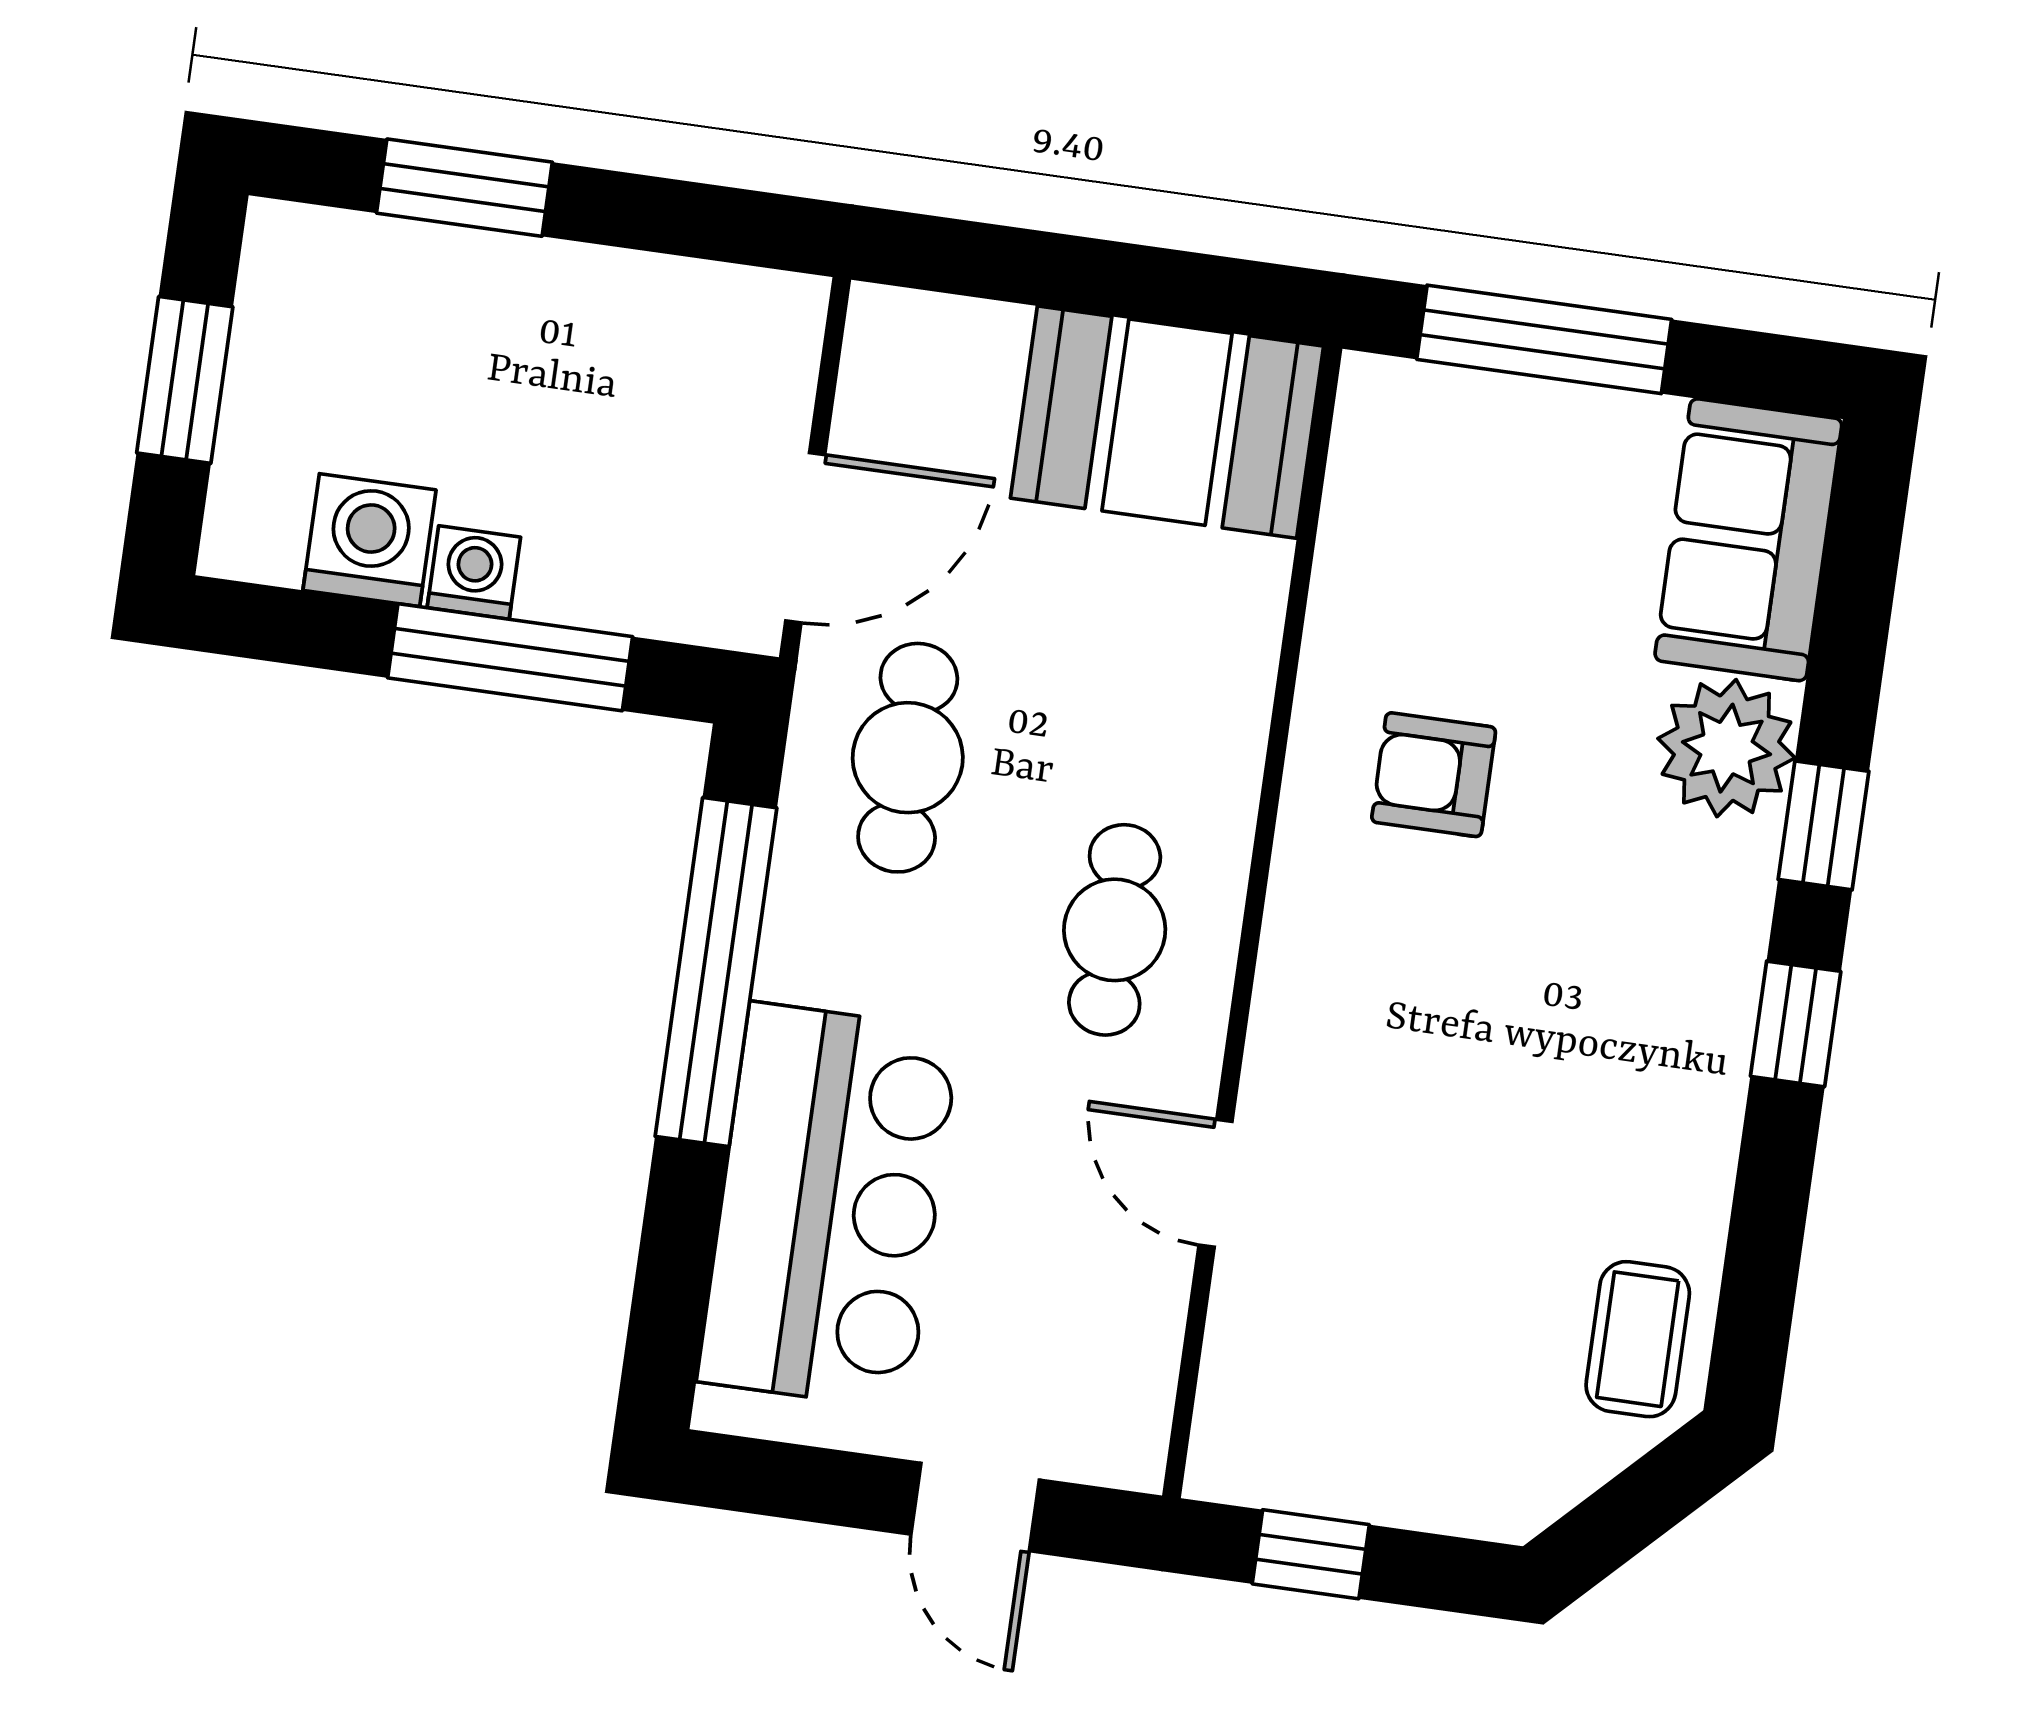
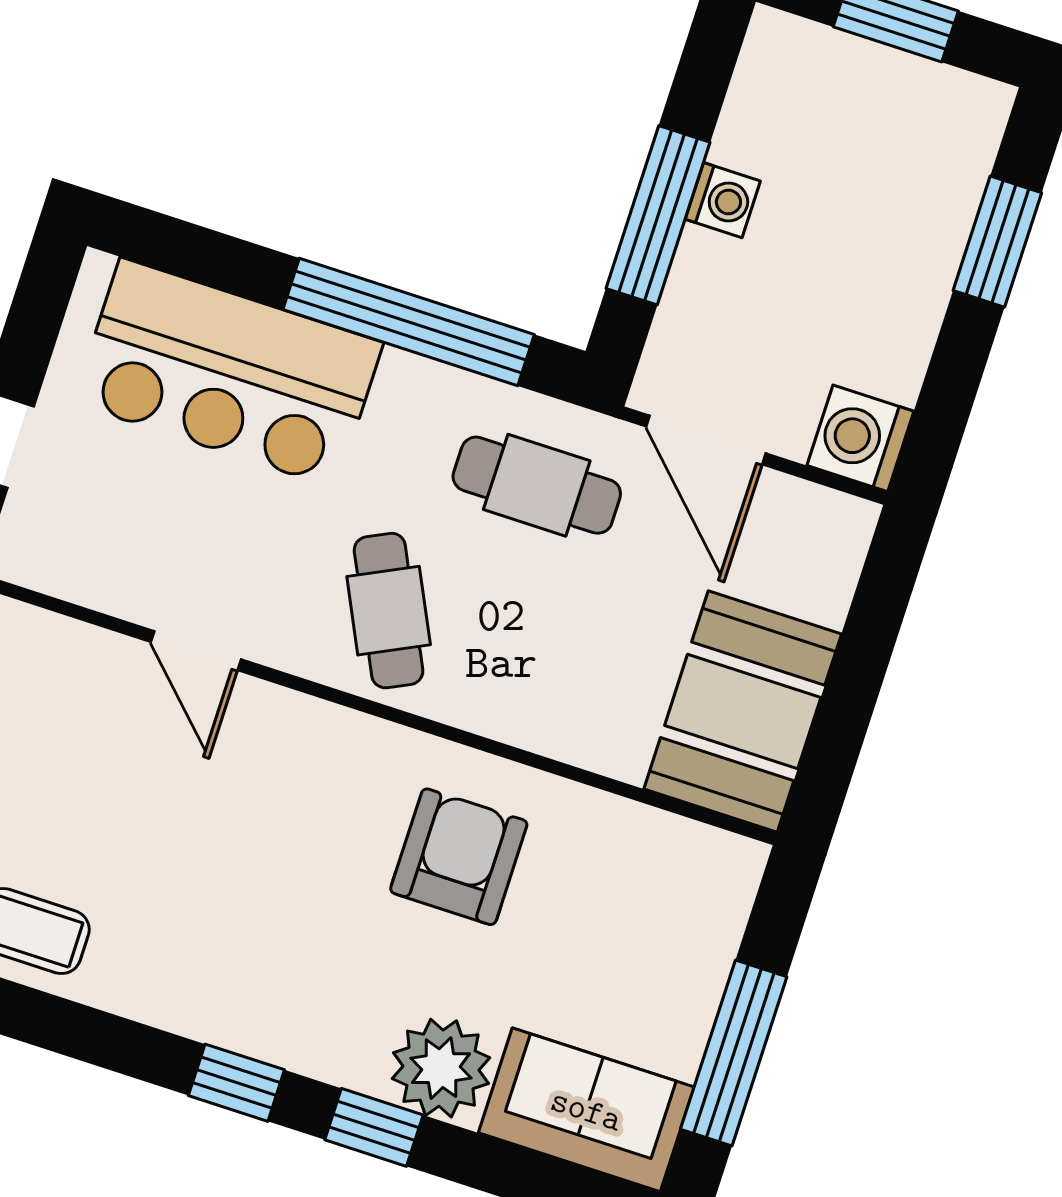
window: (1544, 339) -> (734, 1053), moved
washing machine: (369, 540) -> (860, 438), moved, turned 180
armchair: (1434, 775) -> (459, 857), width x1.38, depth x1.38
cafe table: (1115, 930) -> (389, 611), turned 64
door: (1216, 1183) -> (196, 651), swing flipped

